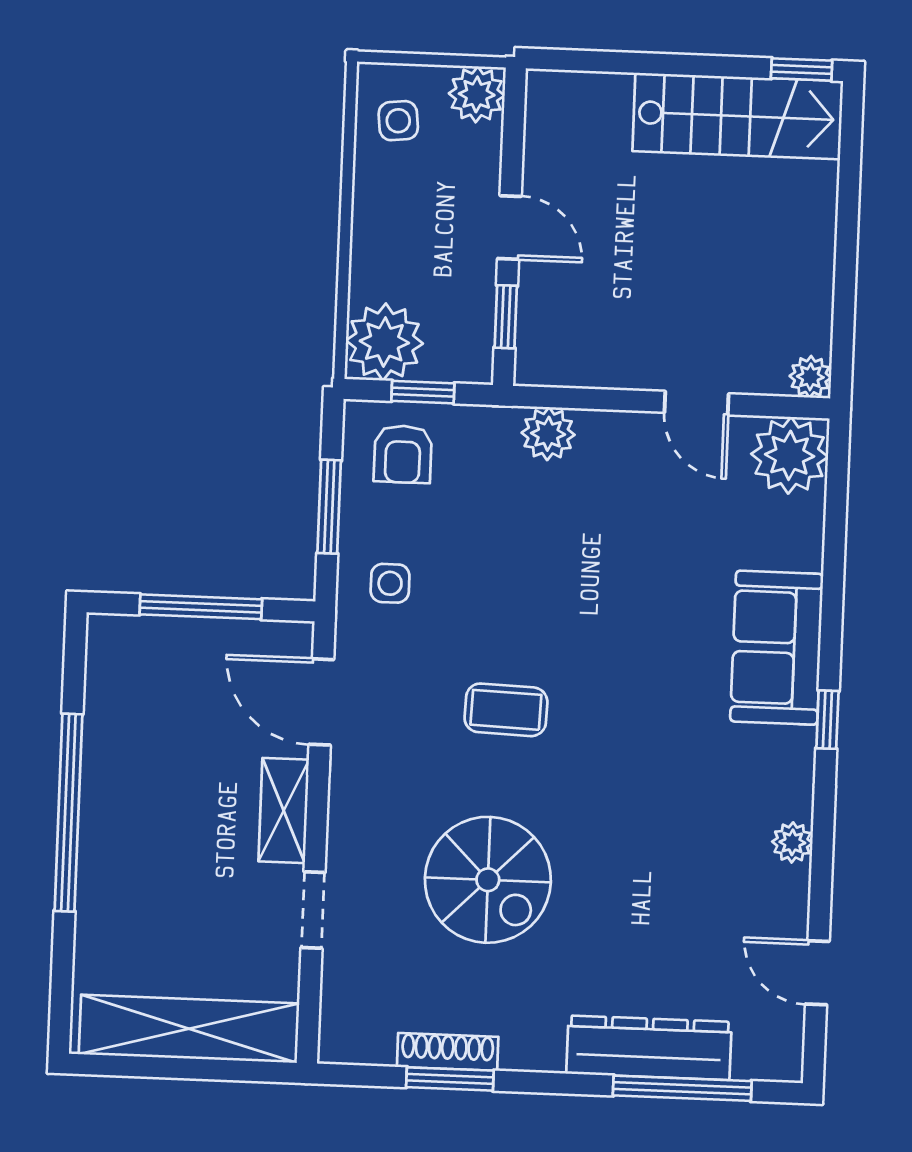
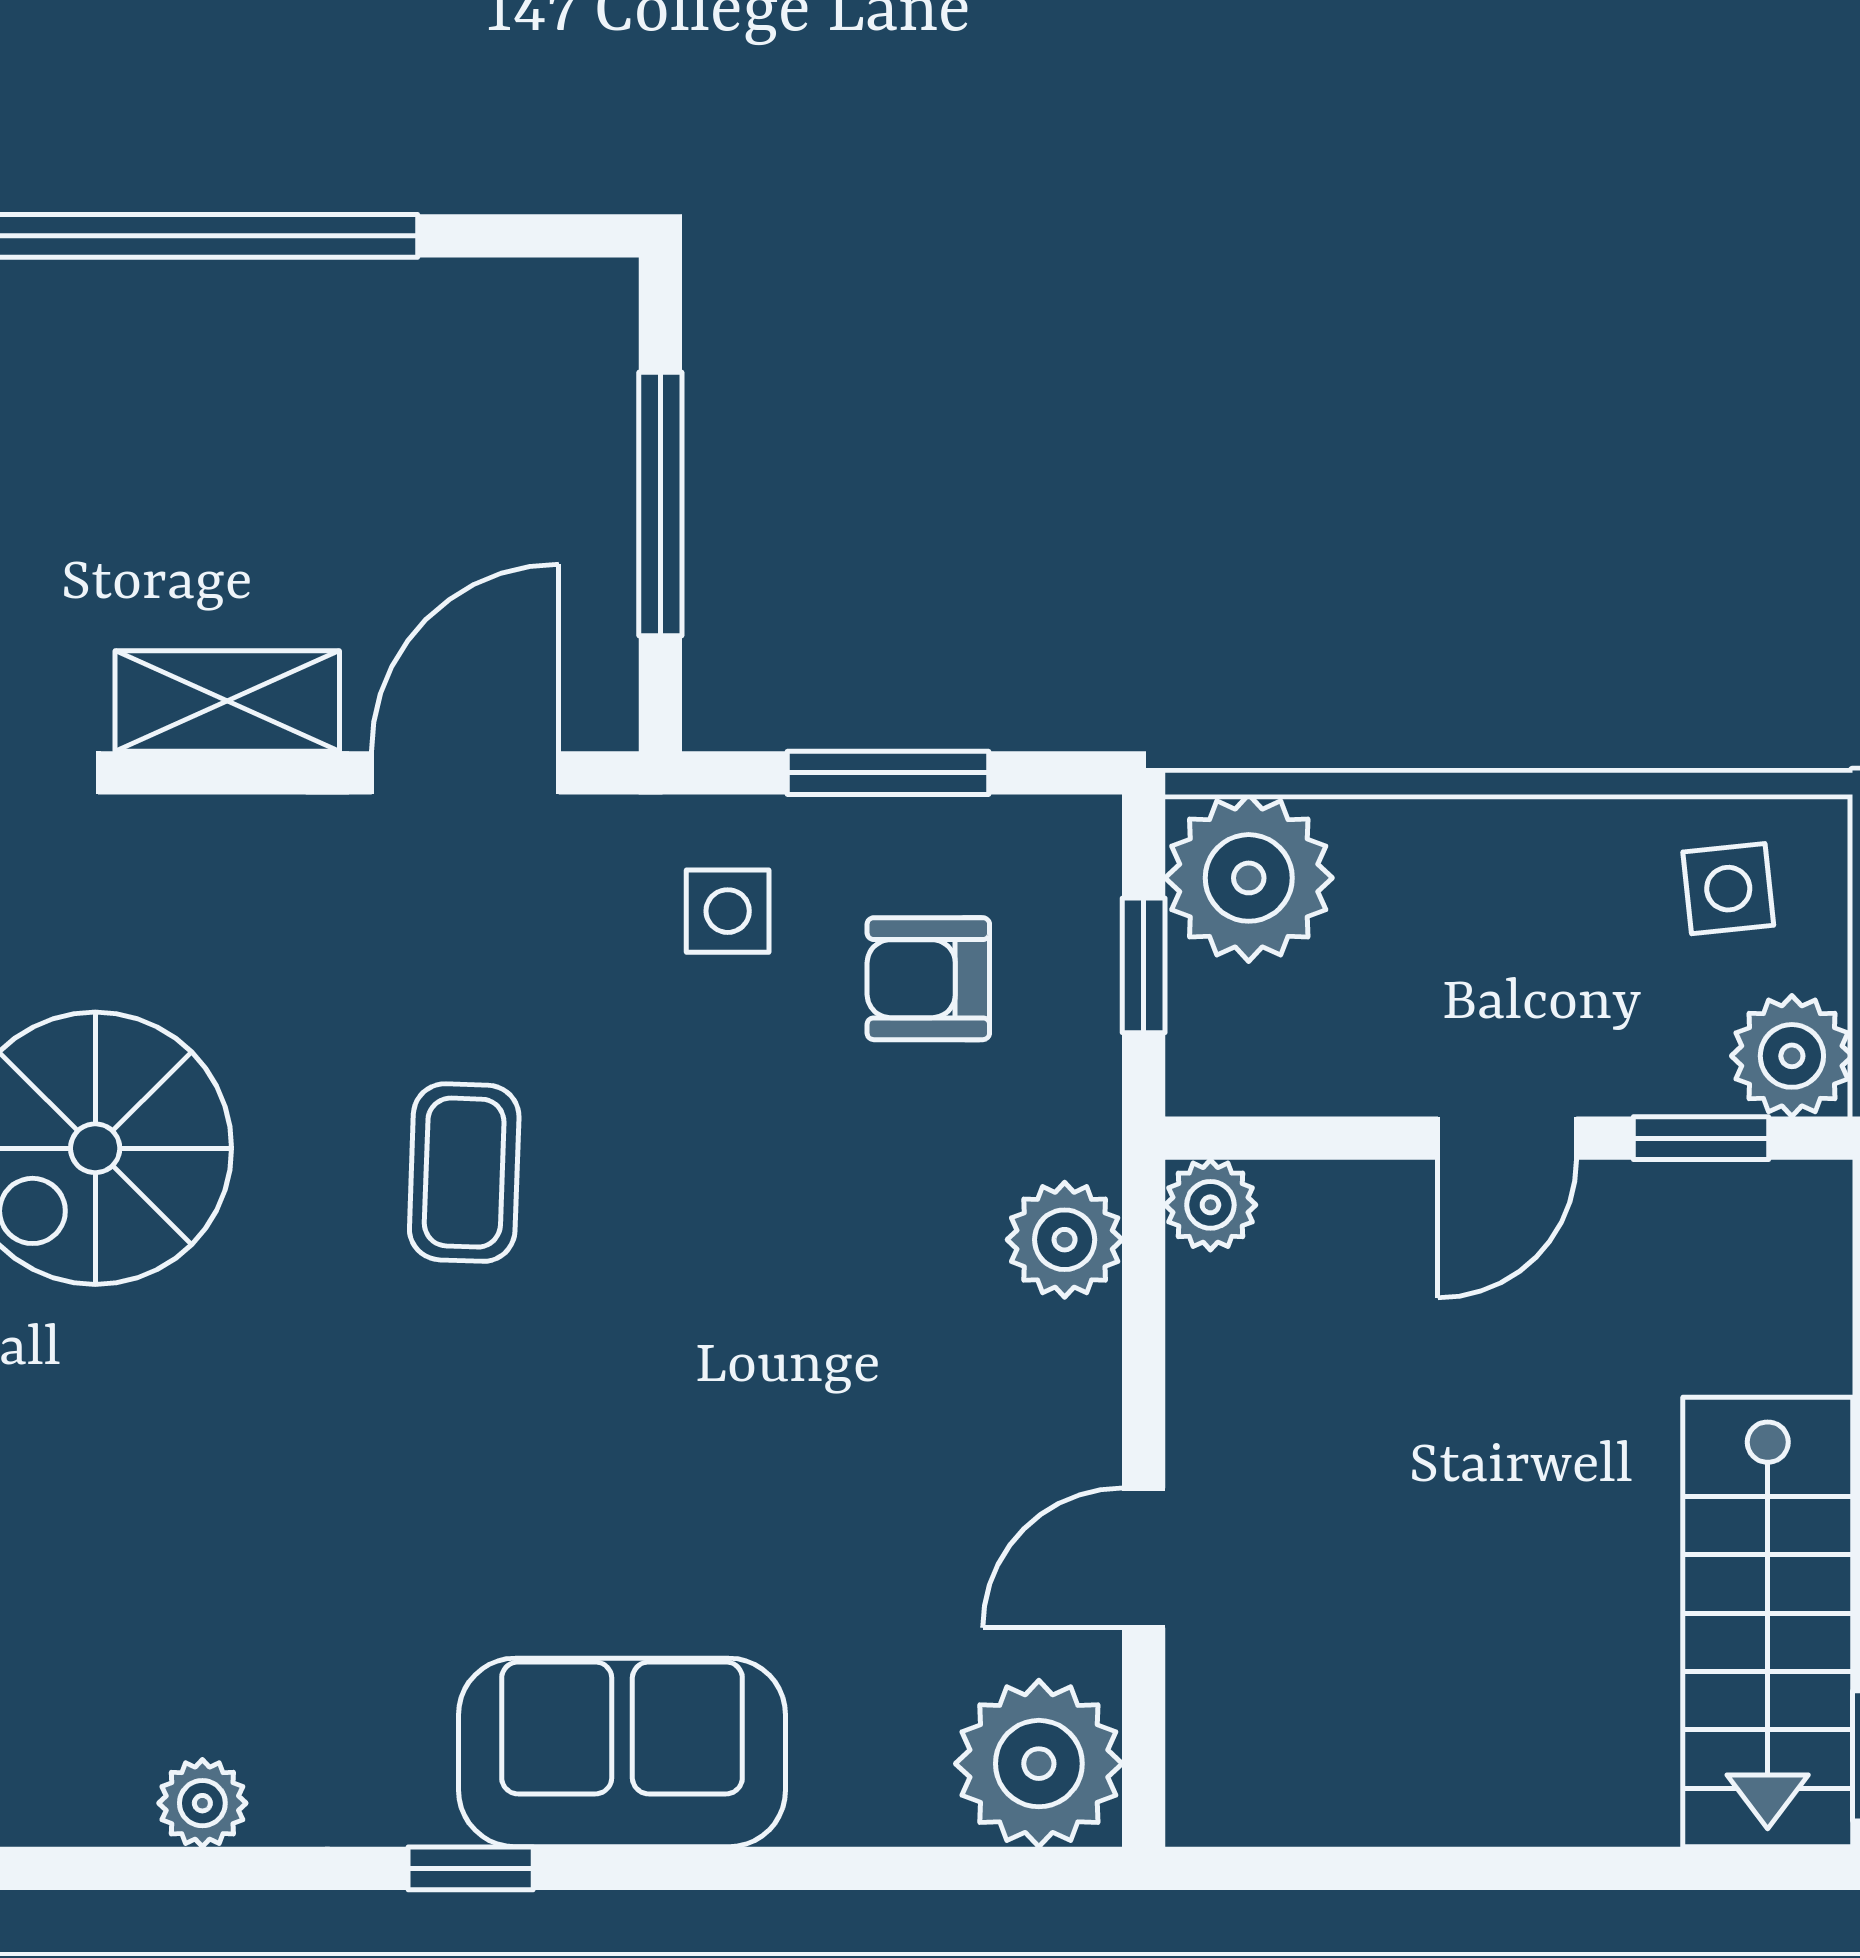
window: (506, 317) -> (1701, 1138), moved
plant: (810, 377) -> (1210, 1205), moved
armchair: (403, 454) -> (928, 979), moved

